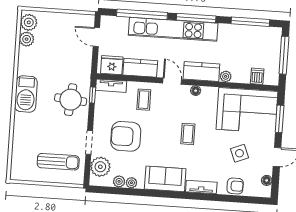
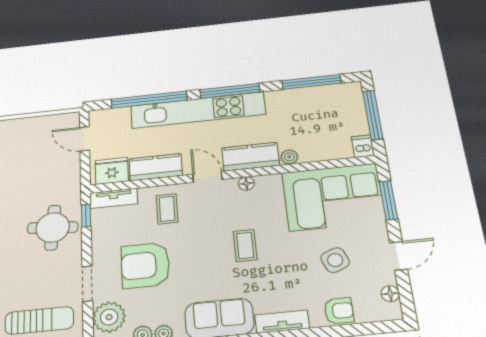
dishwasher: (257, 76) -> (363, 146), moved

